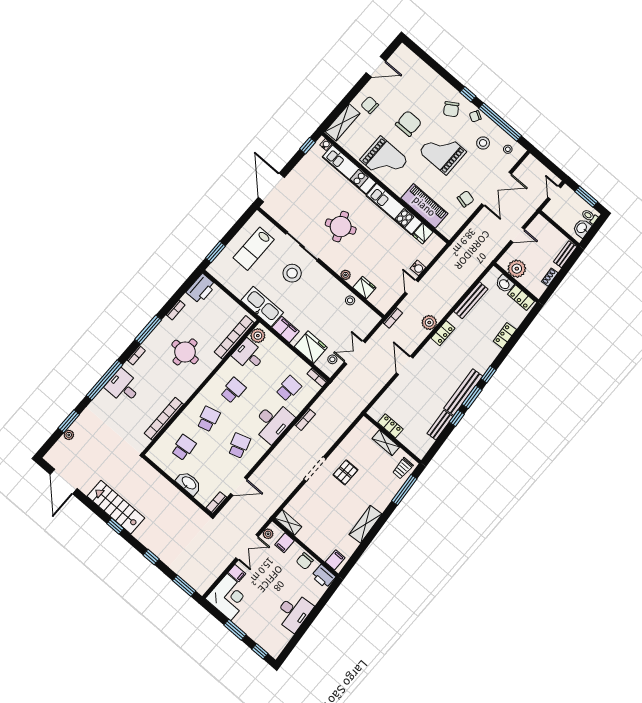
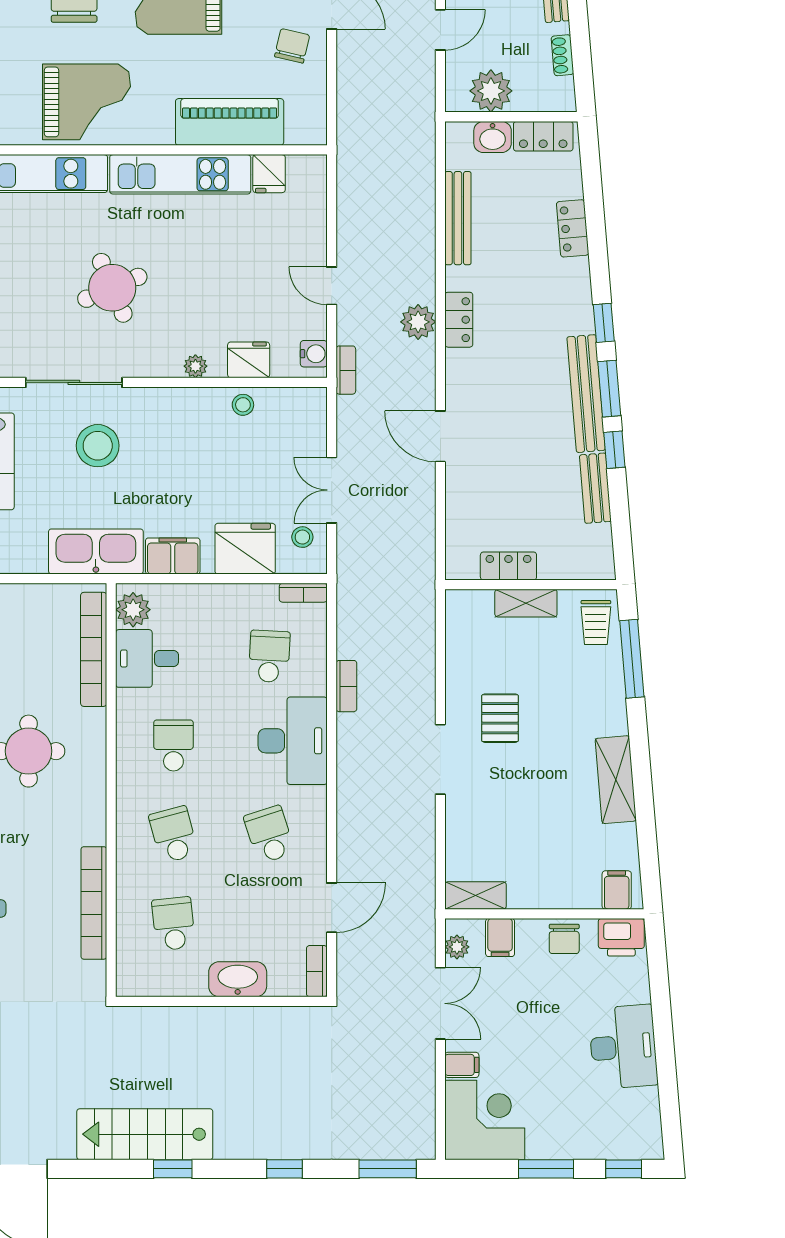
water cooler: (418, 268) -> (314, 354), moved

